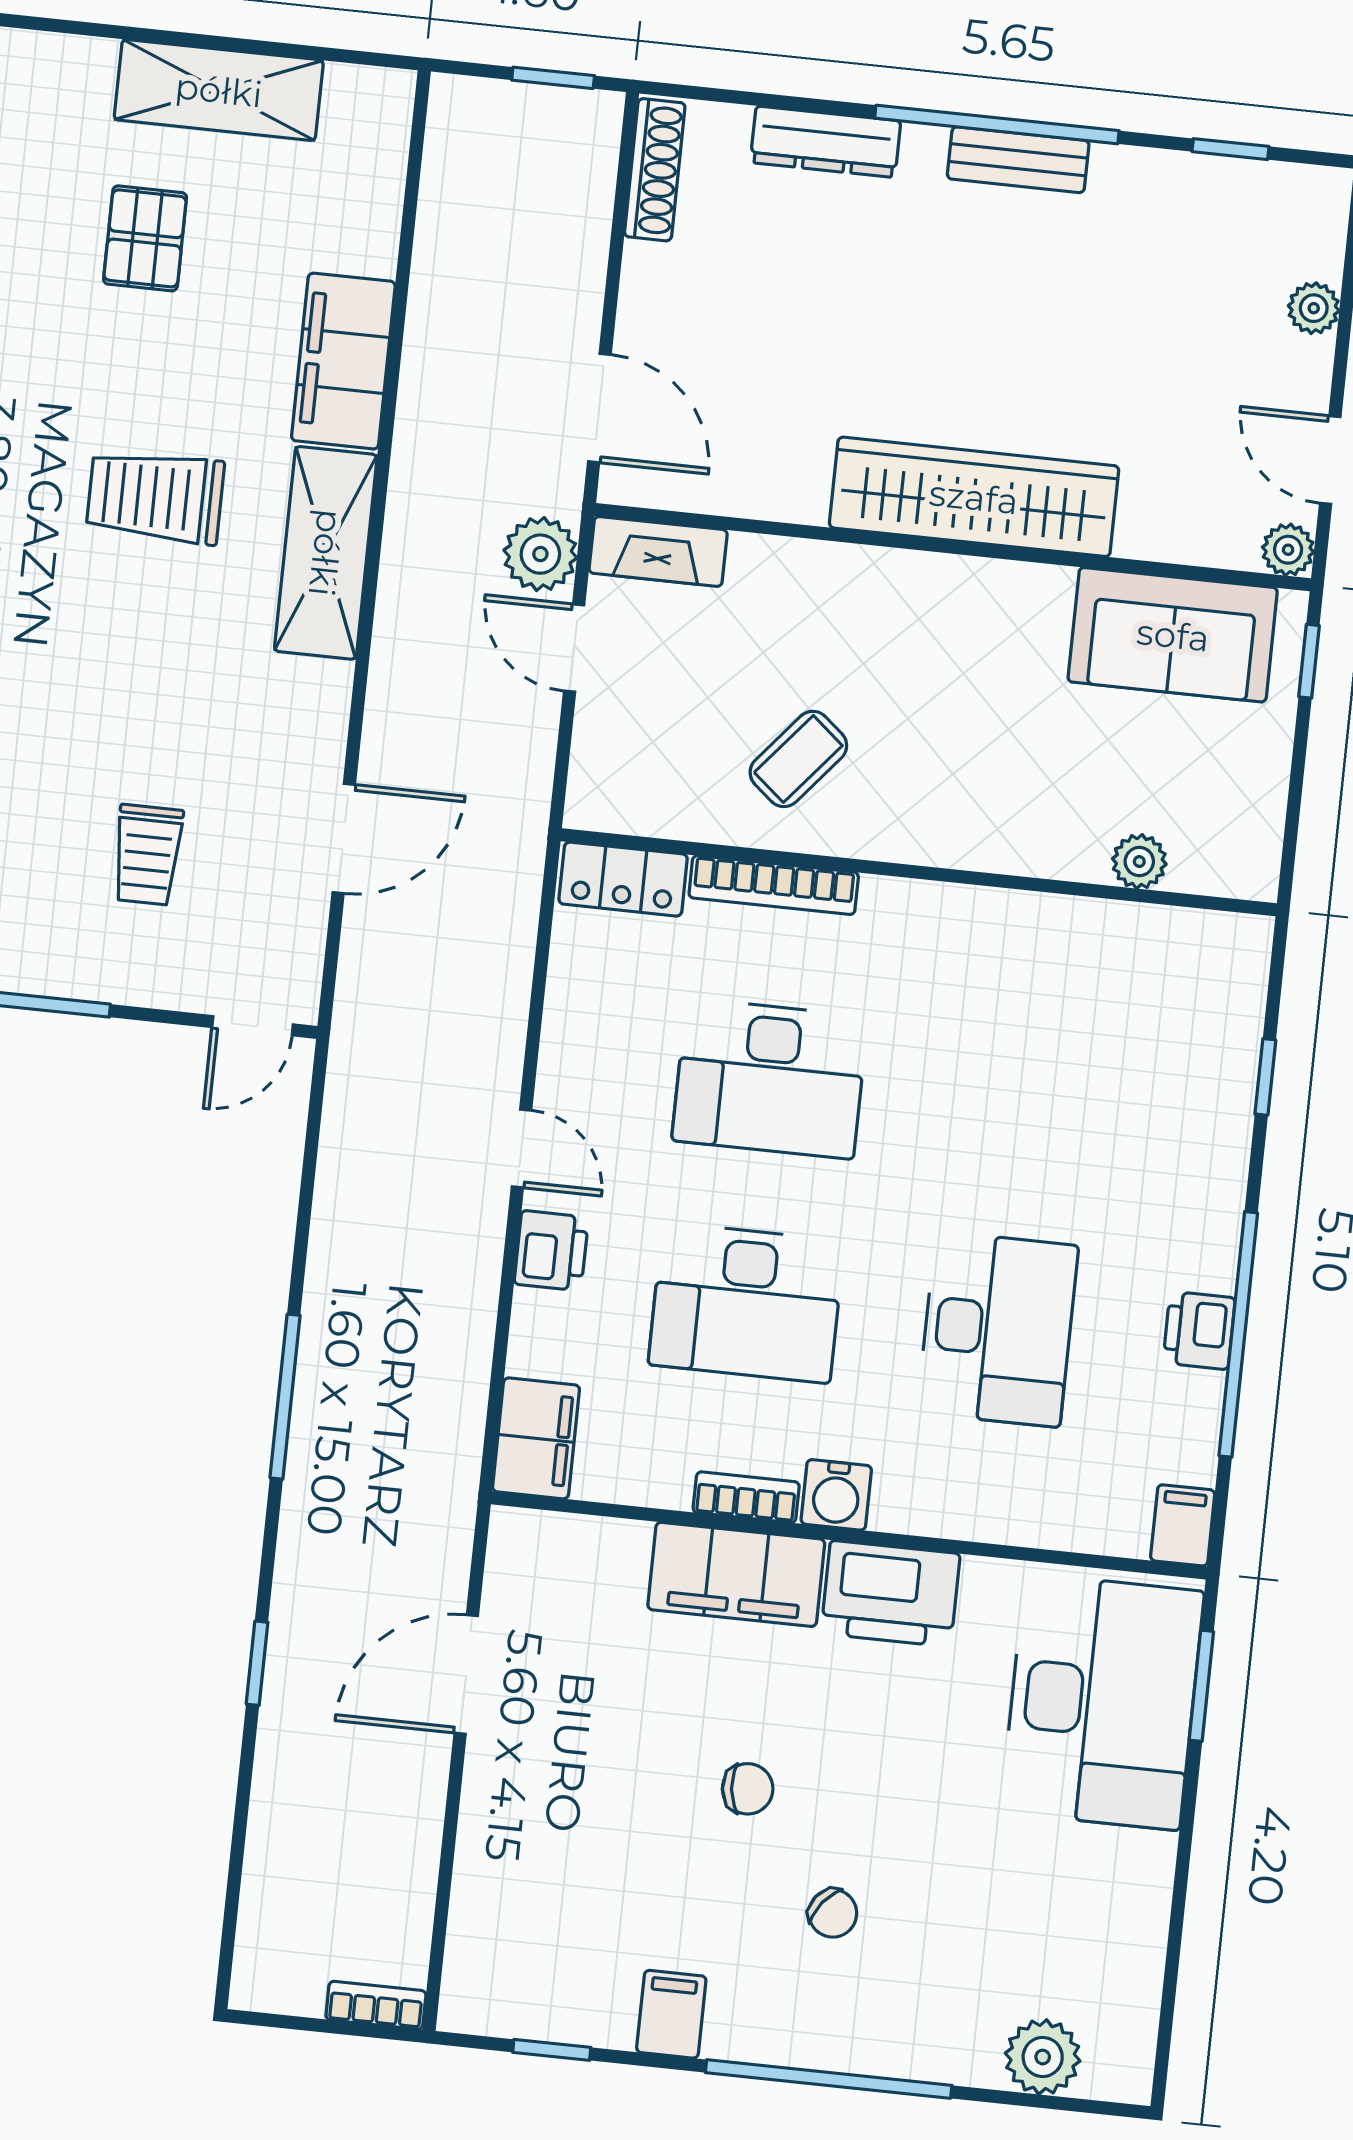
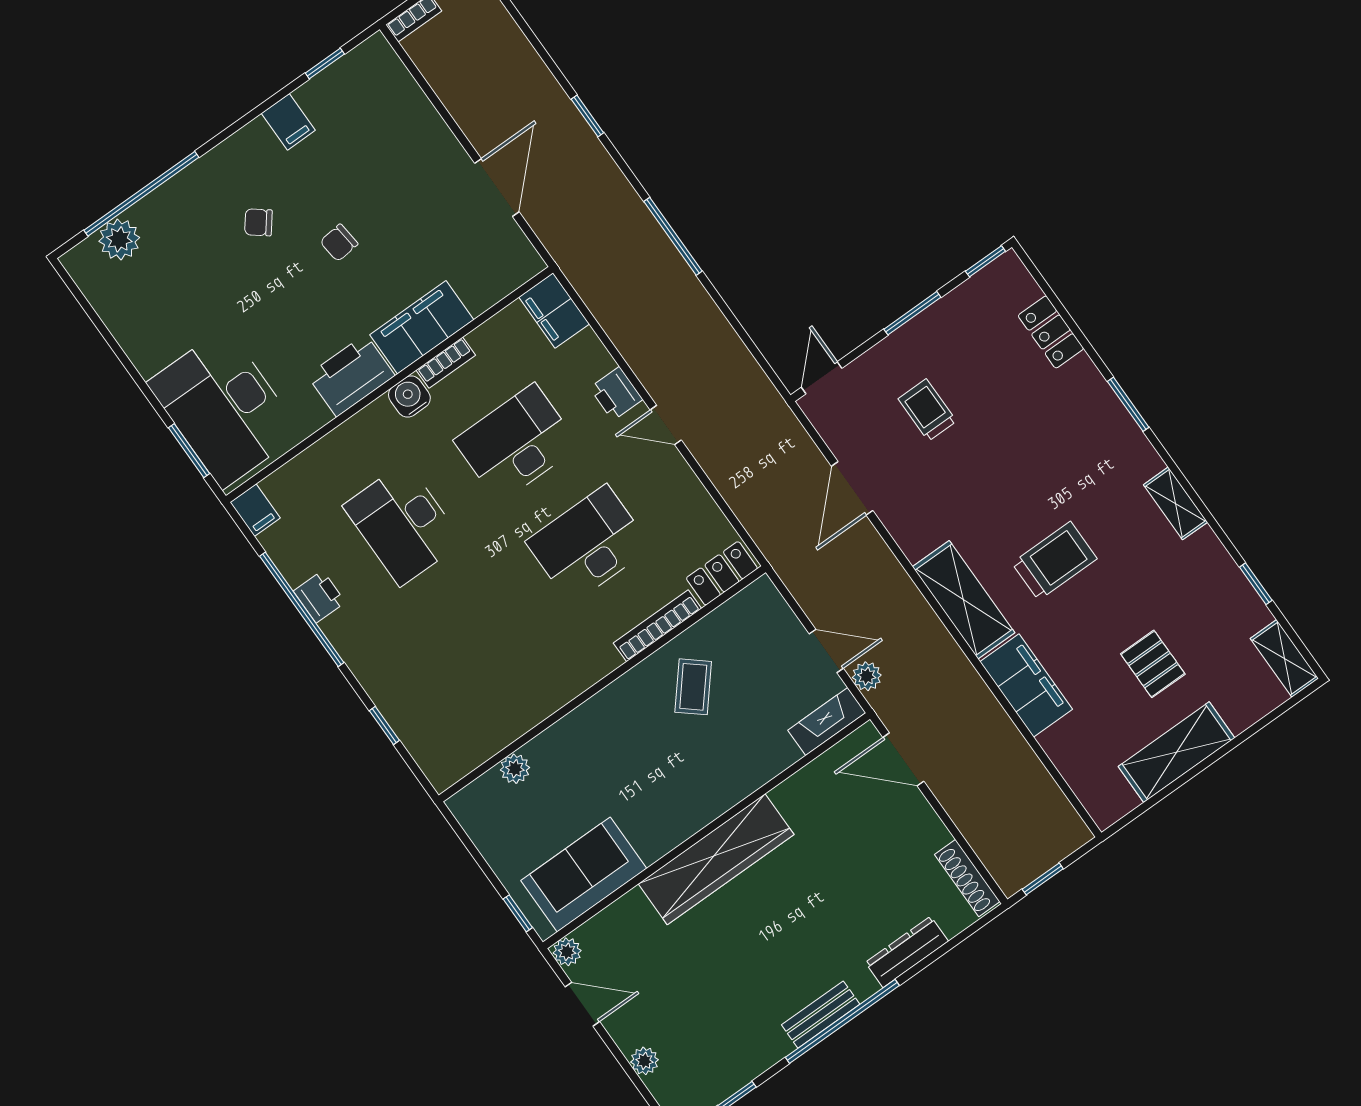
plant: (540, 554) -> (867, 676), width x0.73, depth x0.73
window: (829, 2079) -> (141, 194), moved

